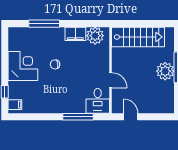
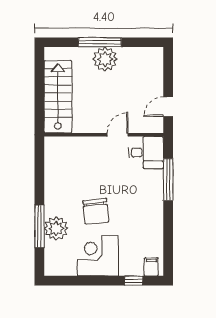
filing cabinet: (75, 34) -> (54, 183), removed
plant: (95, 36) -> (56, 228), moved
chair: (55, 64) -> (96, 211), width x1.87, depth x1.87

